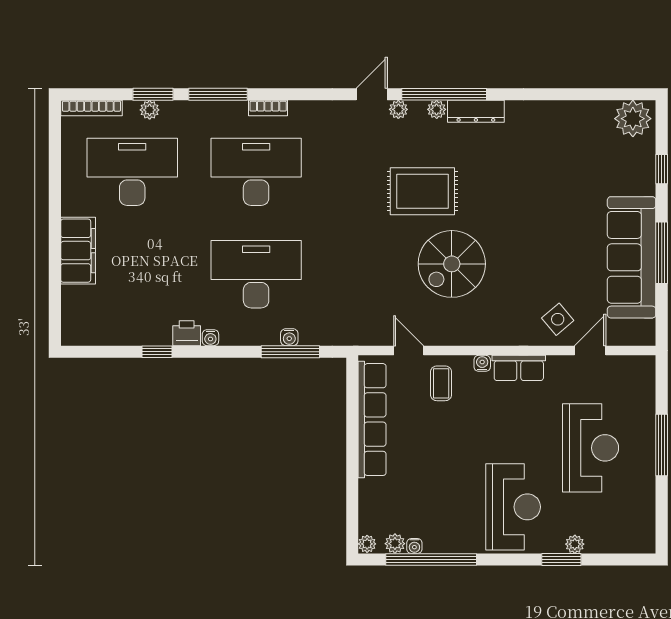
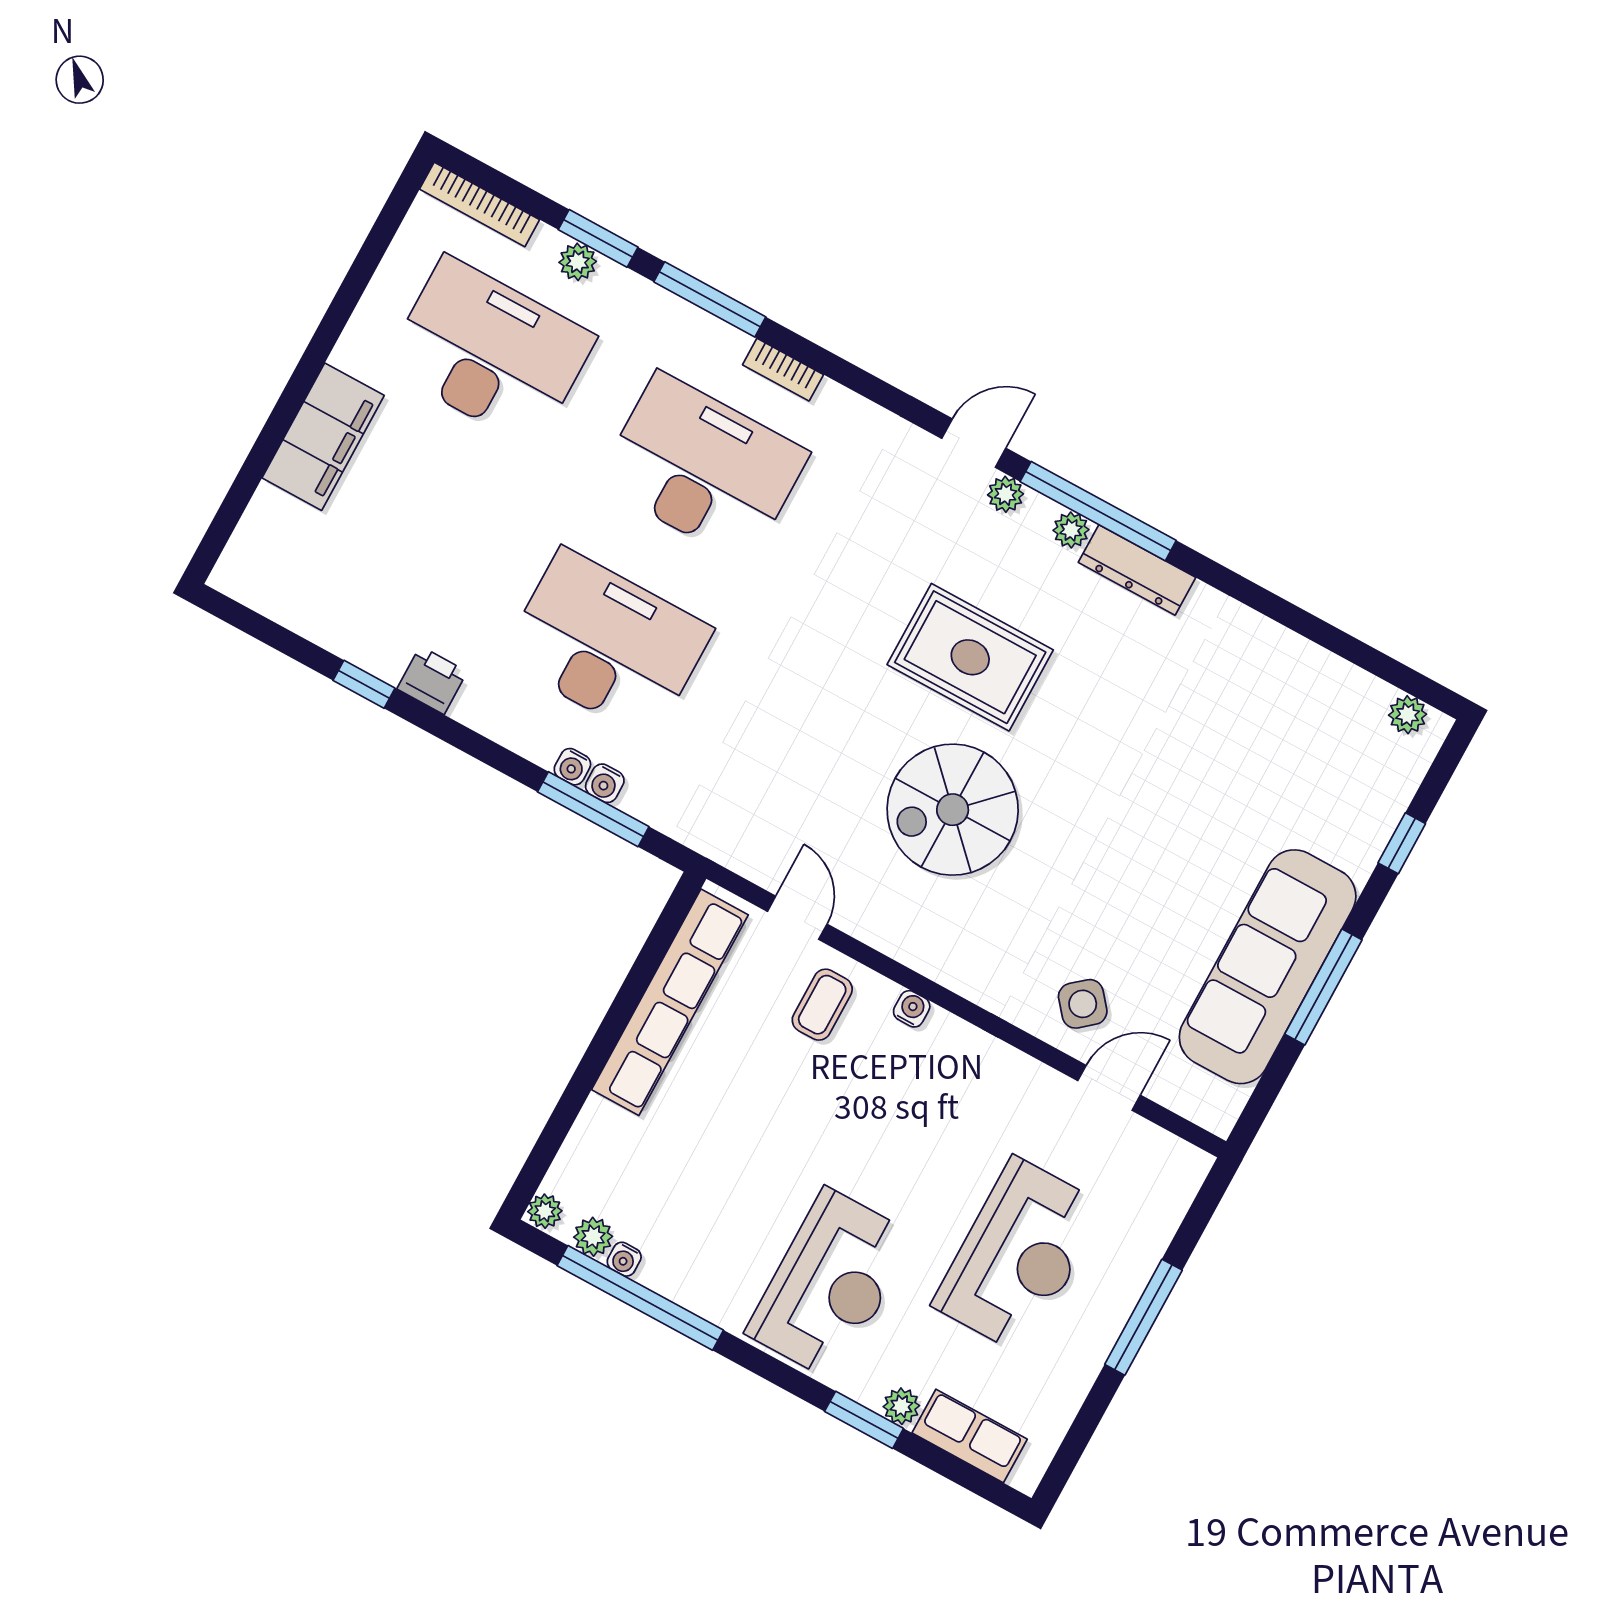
plant: (633, 119) -> (1408, 715), width x0.53, depth x0.53
water cooler: (210, 338) -> (572, 767), moved
row of seats: (519, 368) -> (970, 1436), moved, turned 180

